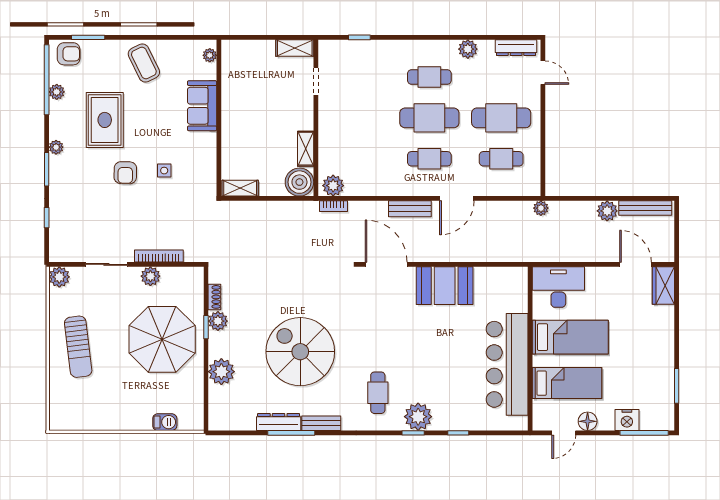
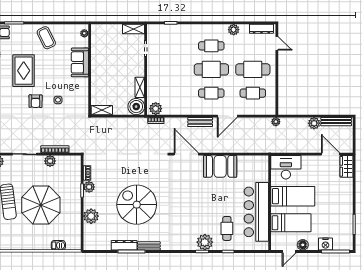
parasol: (162, 339) -> (41, 205), moved
cafe table: (378, 393) -> (227, 228), moved

